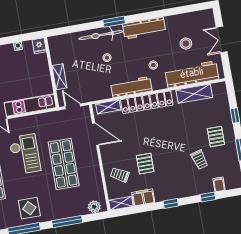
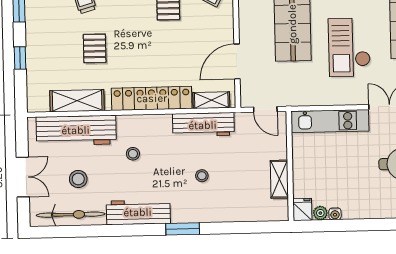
bicycle: (101, 35) -> (71, 215), moved
plant: (27, 45) -> (320, 213), added
shelving: (59, 77) -> (279, 179), moved
workbench: (131, 87) -> (203, 125), moved
door: (96, 134) -> (237, 61), hinge flipped
pallet: (216, 137) -> (95, 48), moved

